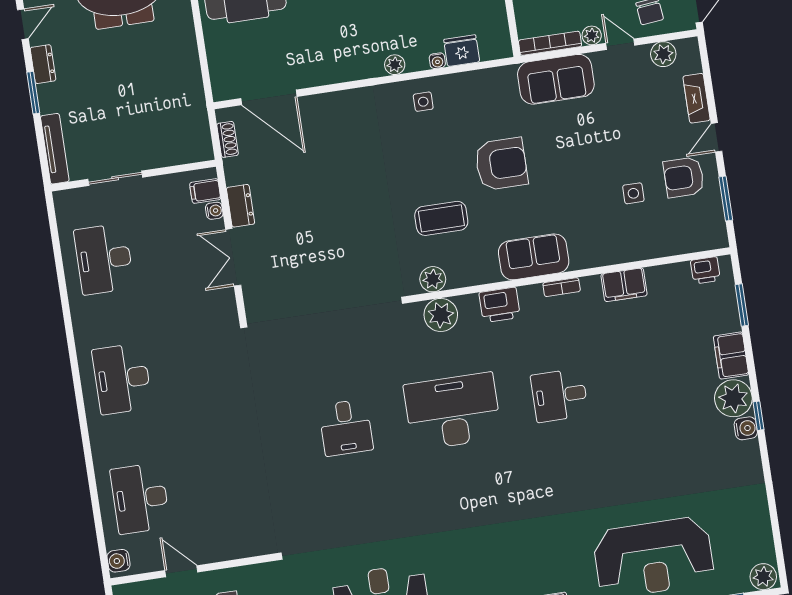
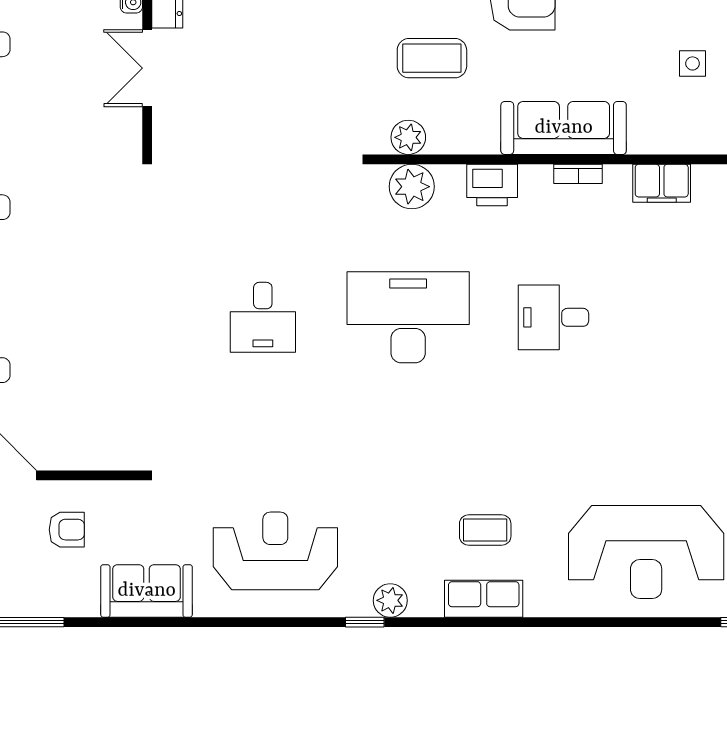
sofa: (534, 257) -> (564, 128), width x1.36
coffee table: (533, 559) -> (485, 530), added

